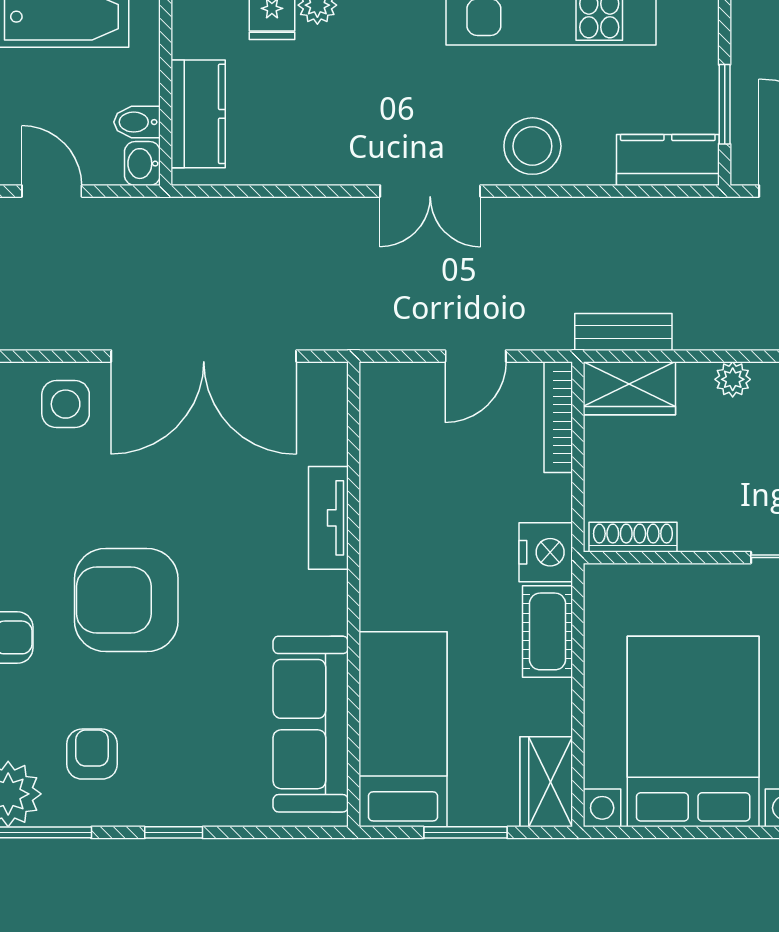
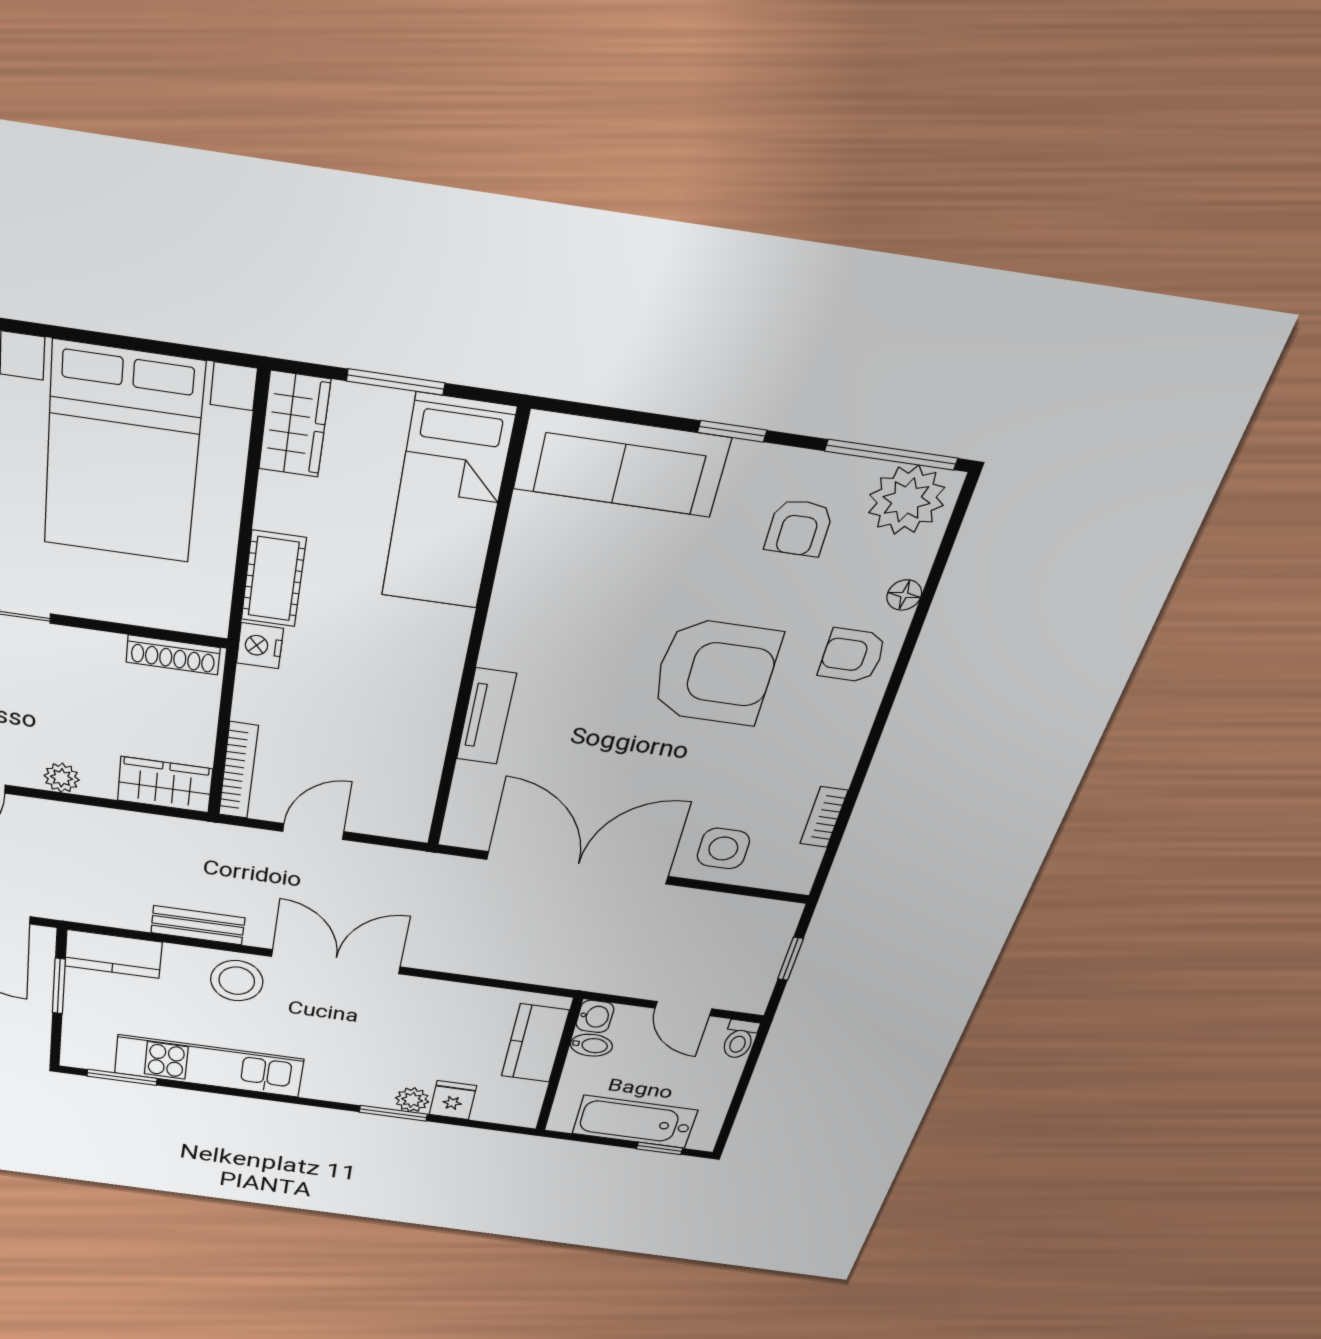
double door: (430, 191) -> (336, 962), width x1.37
bench: (623, 332) -> (198, 925), moved
nightstand: (546, 552) -> (260, 646), width x0.74, depth x0.75
sofa: (311, 724) -> (621, 463), moved, turned 90

